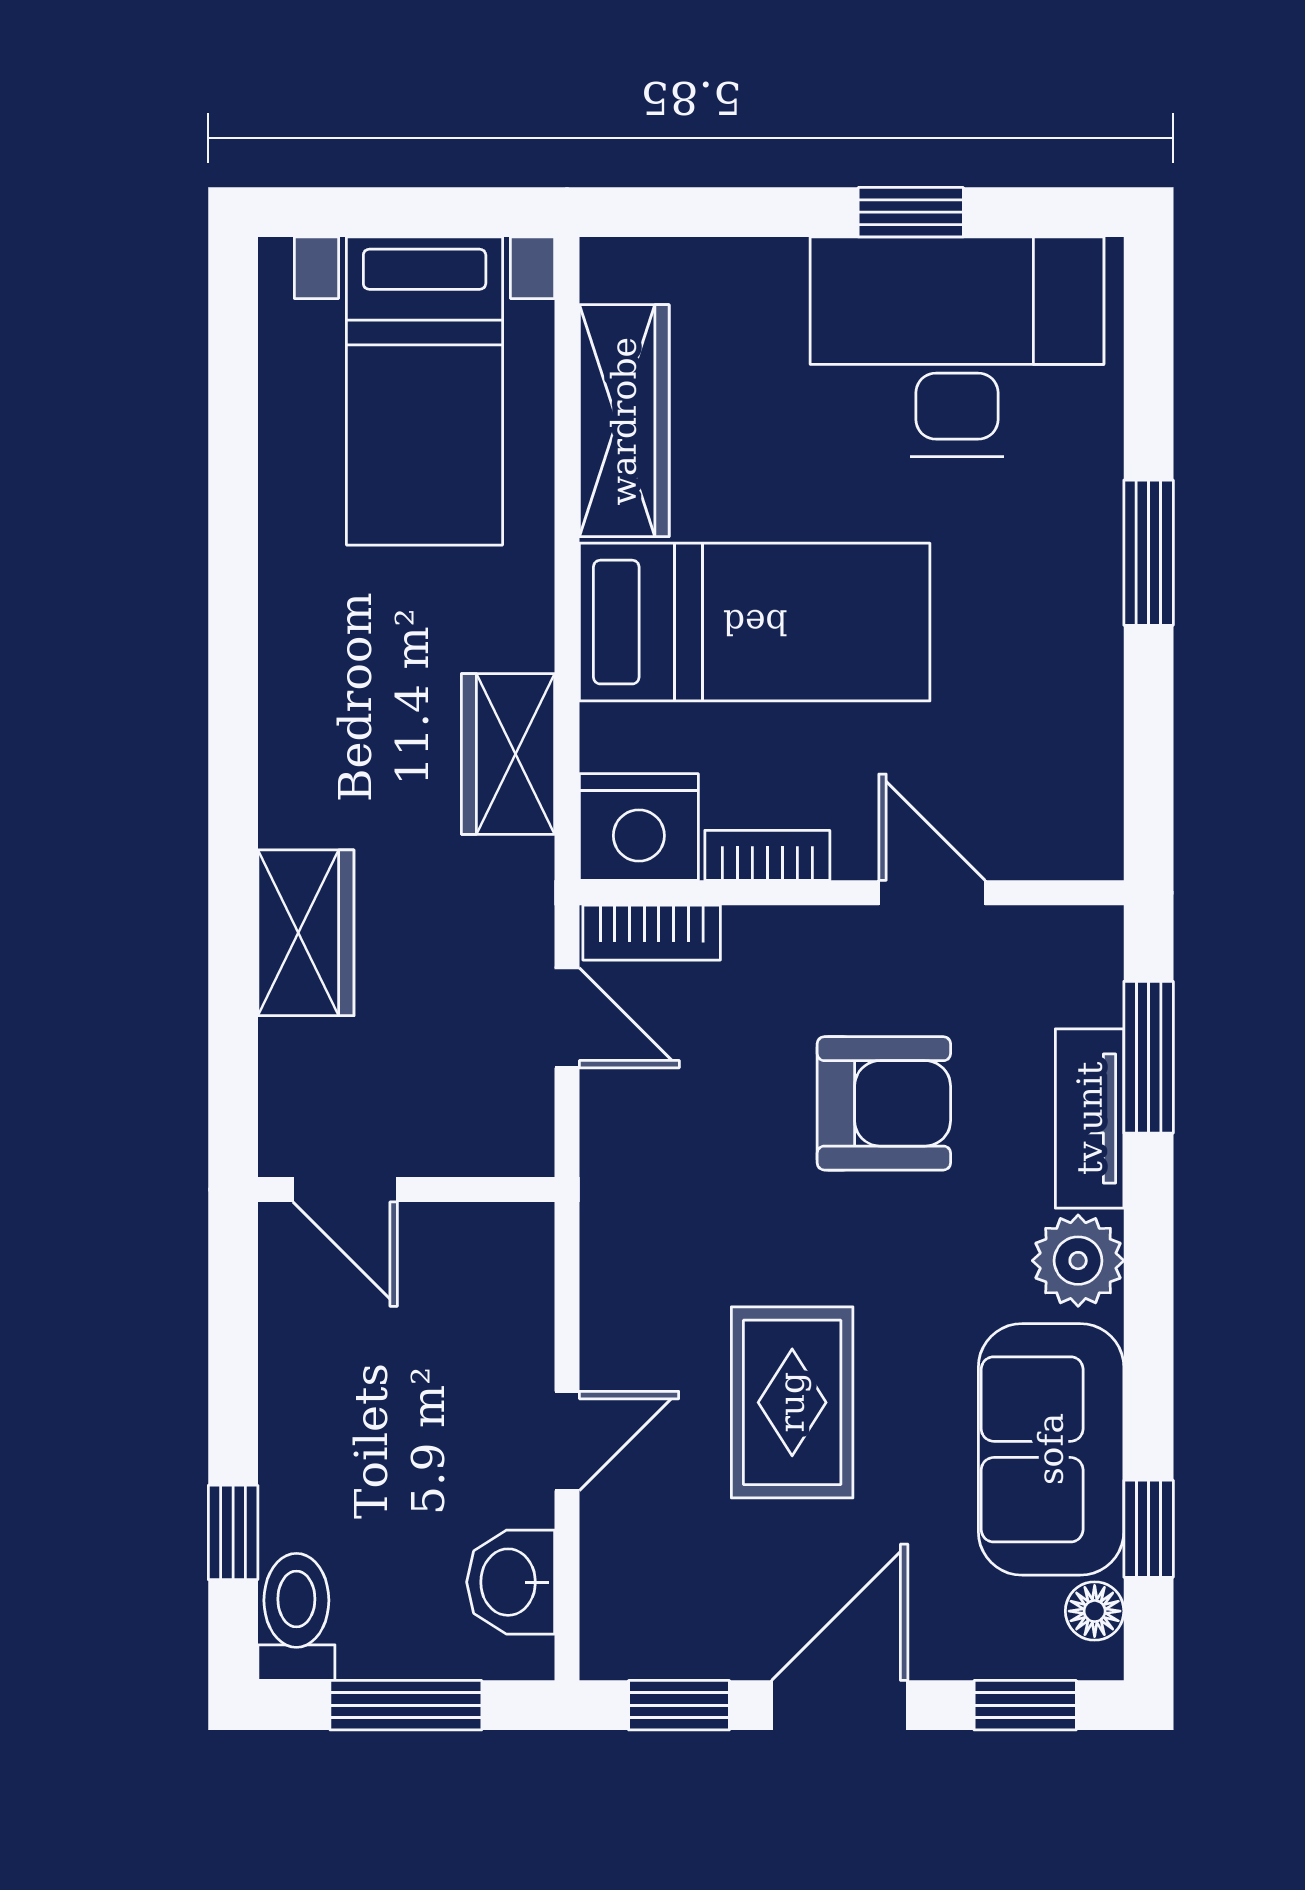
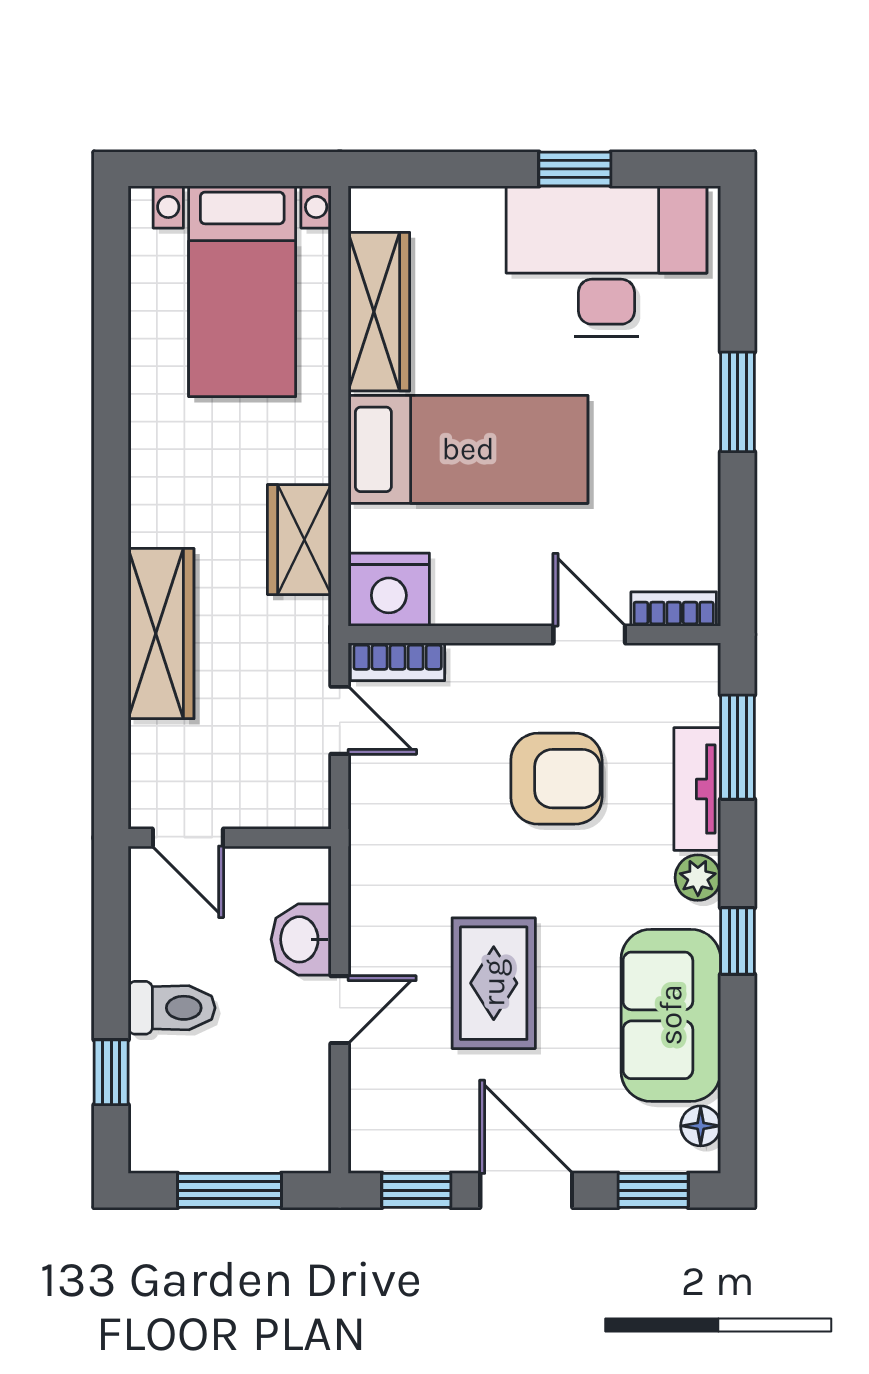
bookcase: (767, 855) -> (674, 609), moved
wardrobe: (306, 933) -> (161, 634), width x1.50
plant: (1078, 1261) -> (698, 878), width x0.73, depth x0.73
window: (1149, 1529) -> (738, 941), moved
washbasin: (511, 1582) -> (301, 939), moved
toilet: (296, 1617) -> (172, 1008), moved, turned 90
door: (840, 1705) -> (526, 1190), hinge flipped

